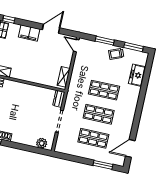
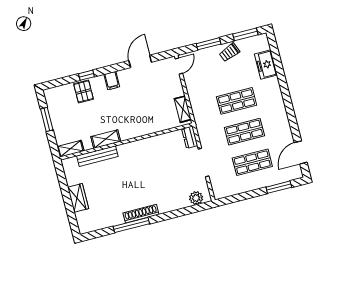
filing cabinet: (29, 33) -> (112, 80), width x0.50
door: (76, 46) -> (179, 66), swing flipped

